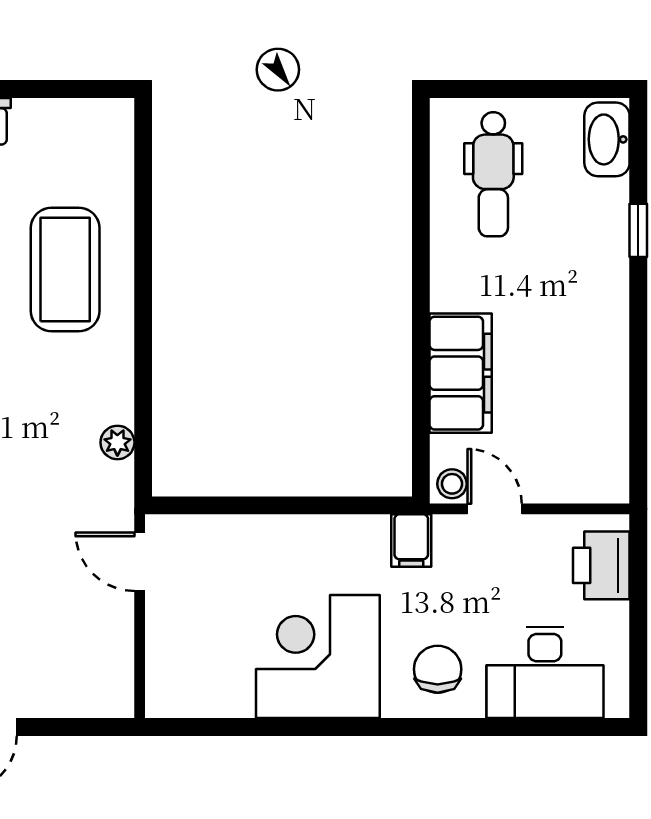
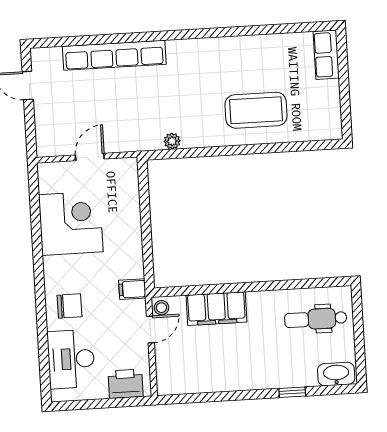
door: (140, 562) -> (90, 157), moved
corner desk: (318, 657) -> (71, 223), moved

